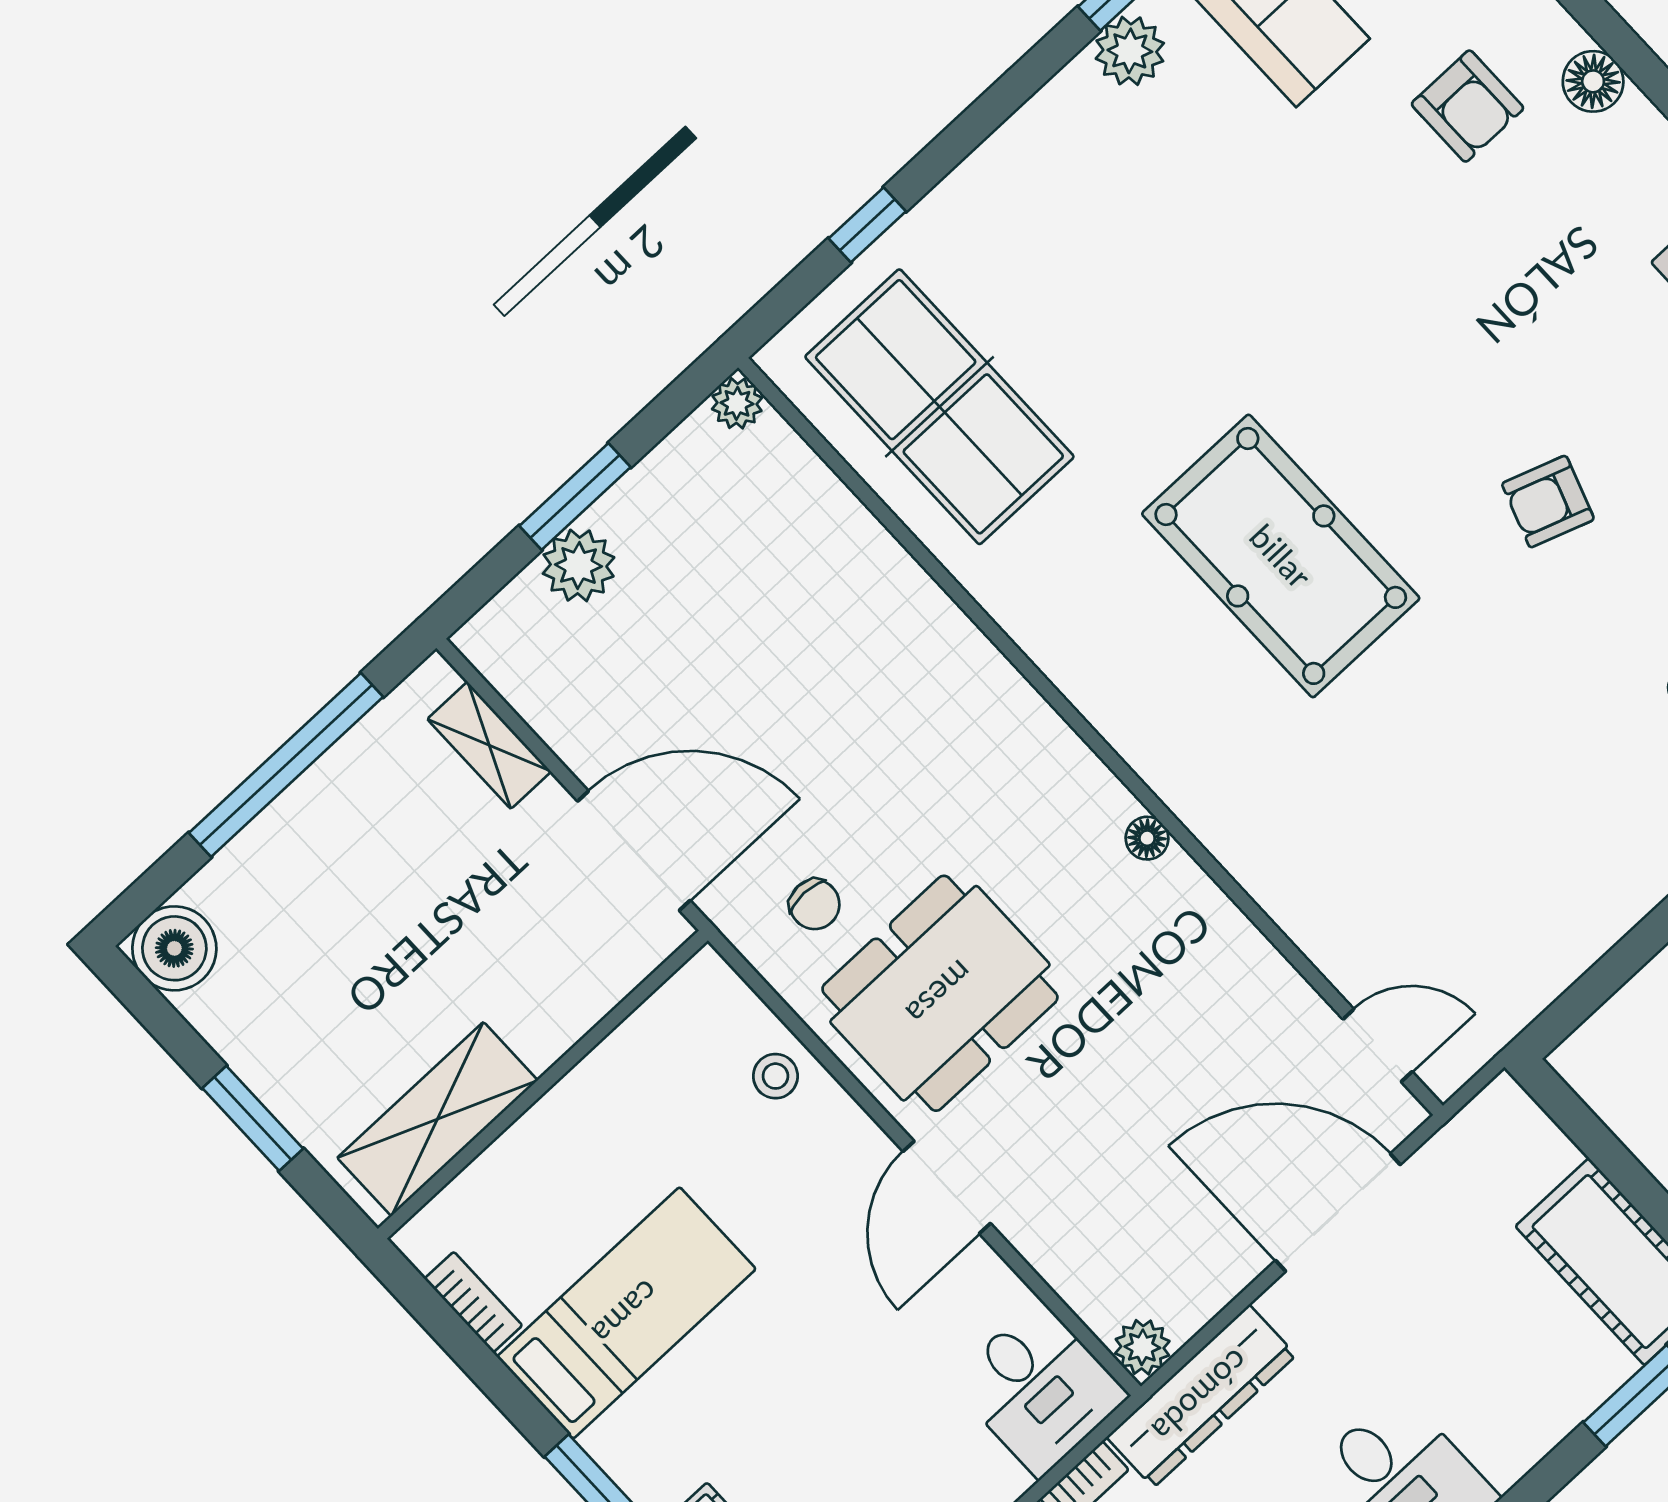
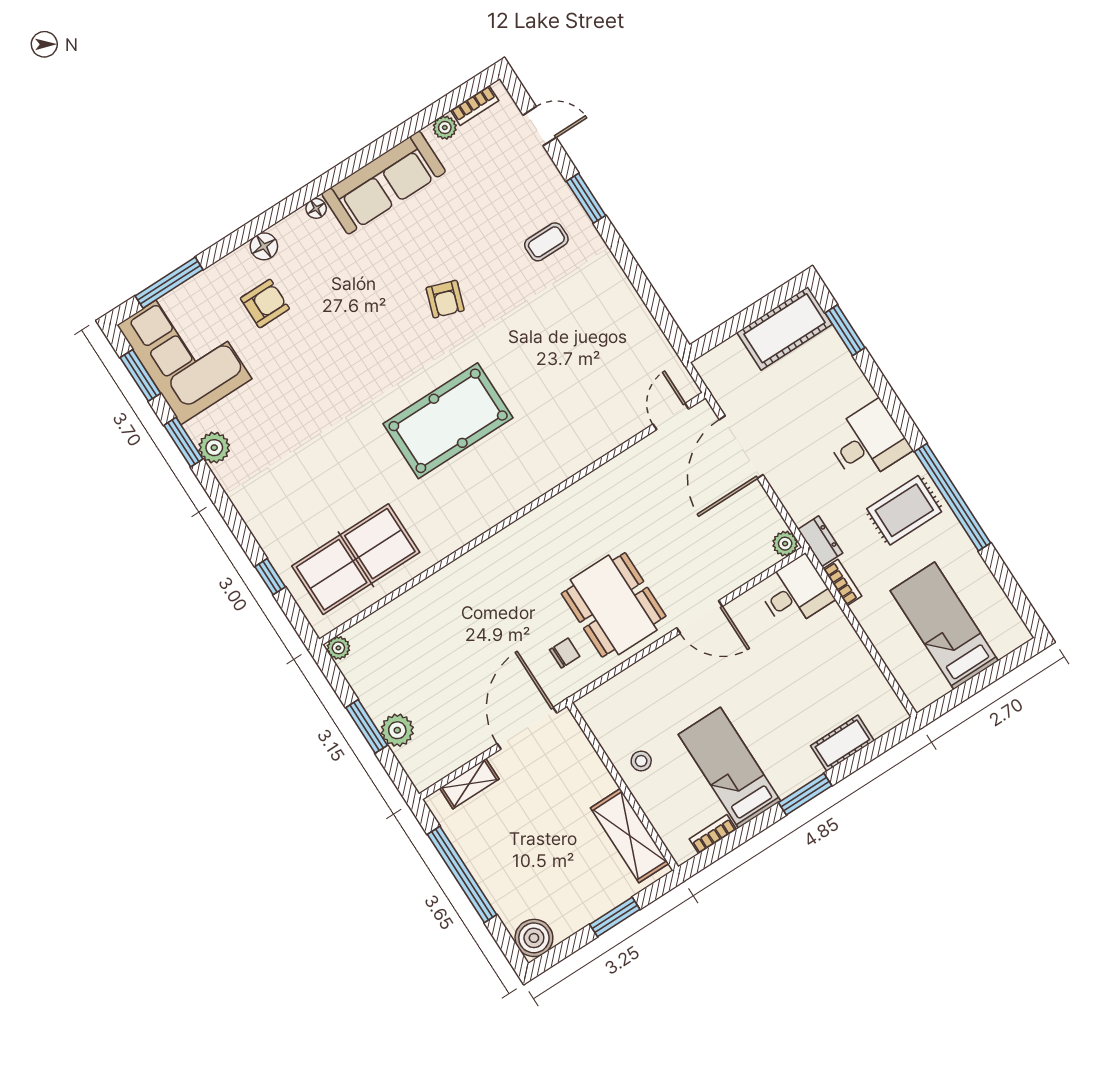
floor lamp: (1147, 838) -> (562, 502), removed
stool: (775, 1076) -> (641, 761), moved
dresser: (1201, 1396) -> (820, 541), width x0.51, depth x0.80

